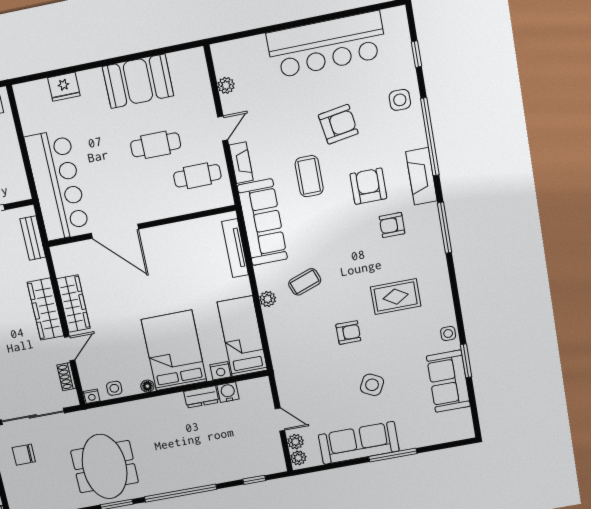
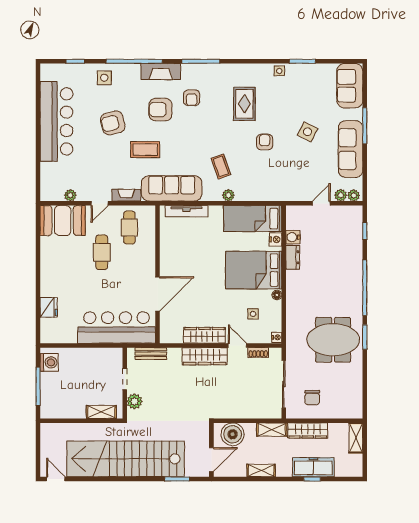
booth: (138, 81) -> (63, 221), moved, turned 90
armchair: (338, 124) -> (113, 123), turned -95
door: (223, 128) -> (100, 203), swing flipped
sofa: (448, 381) -> (350, 86), moved, turned 90
side table: (114, 388) -> (253, 314), moved

